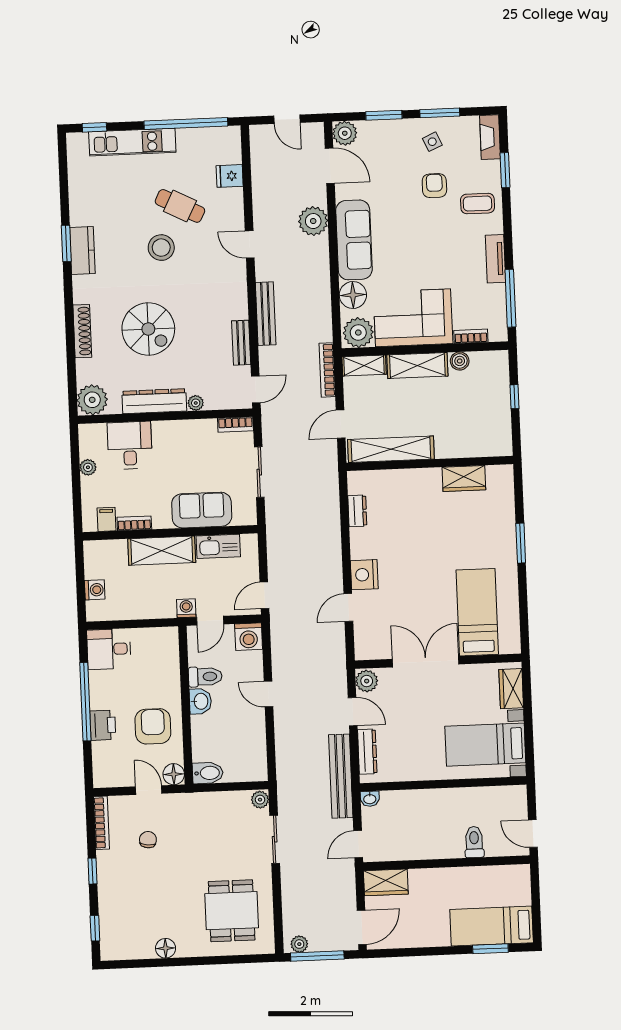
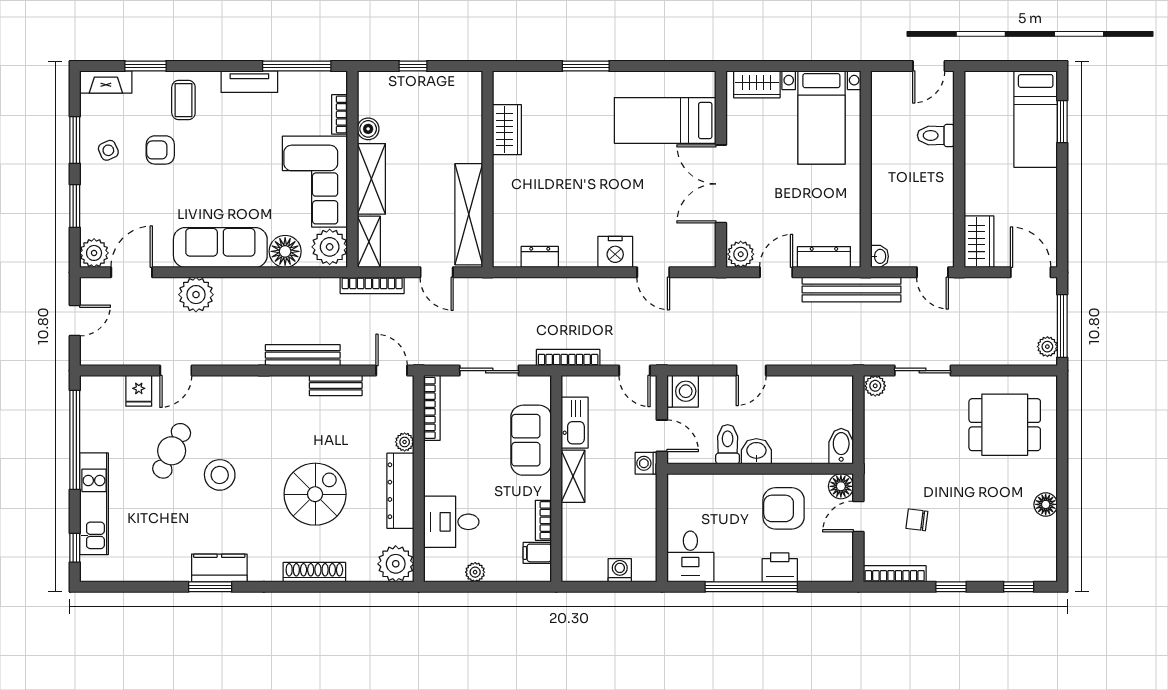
door: (250, 244) -> (176, 371), moved
bookcase: (235, 424) -> (432, 408), width x1.56
bookcase: (273, 538) -> (568, 358), added
shelving: (162, 551) -> (573, 476), width x0.67, depth x0.75

